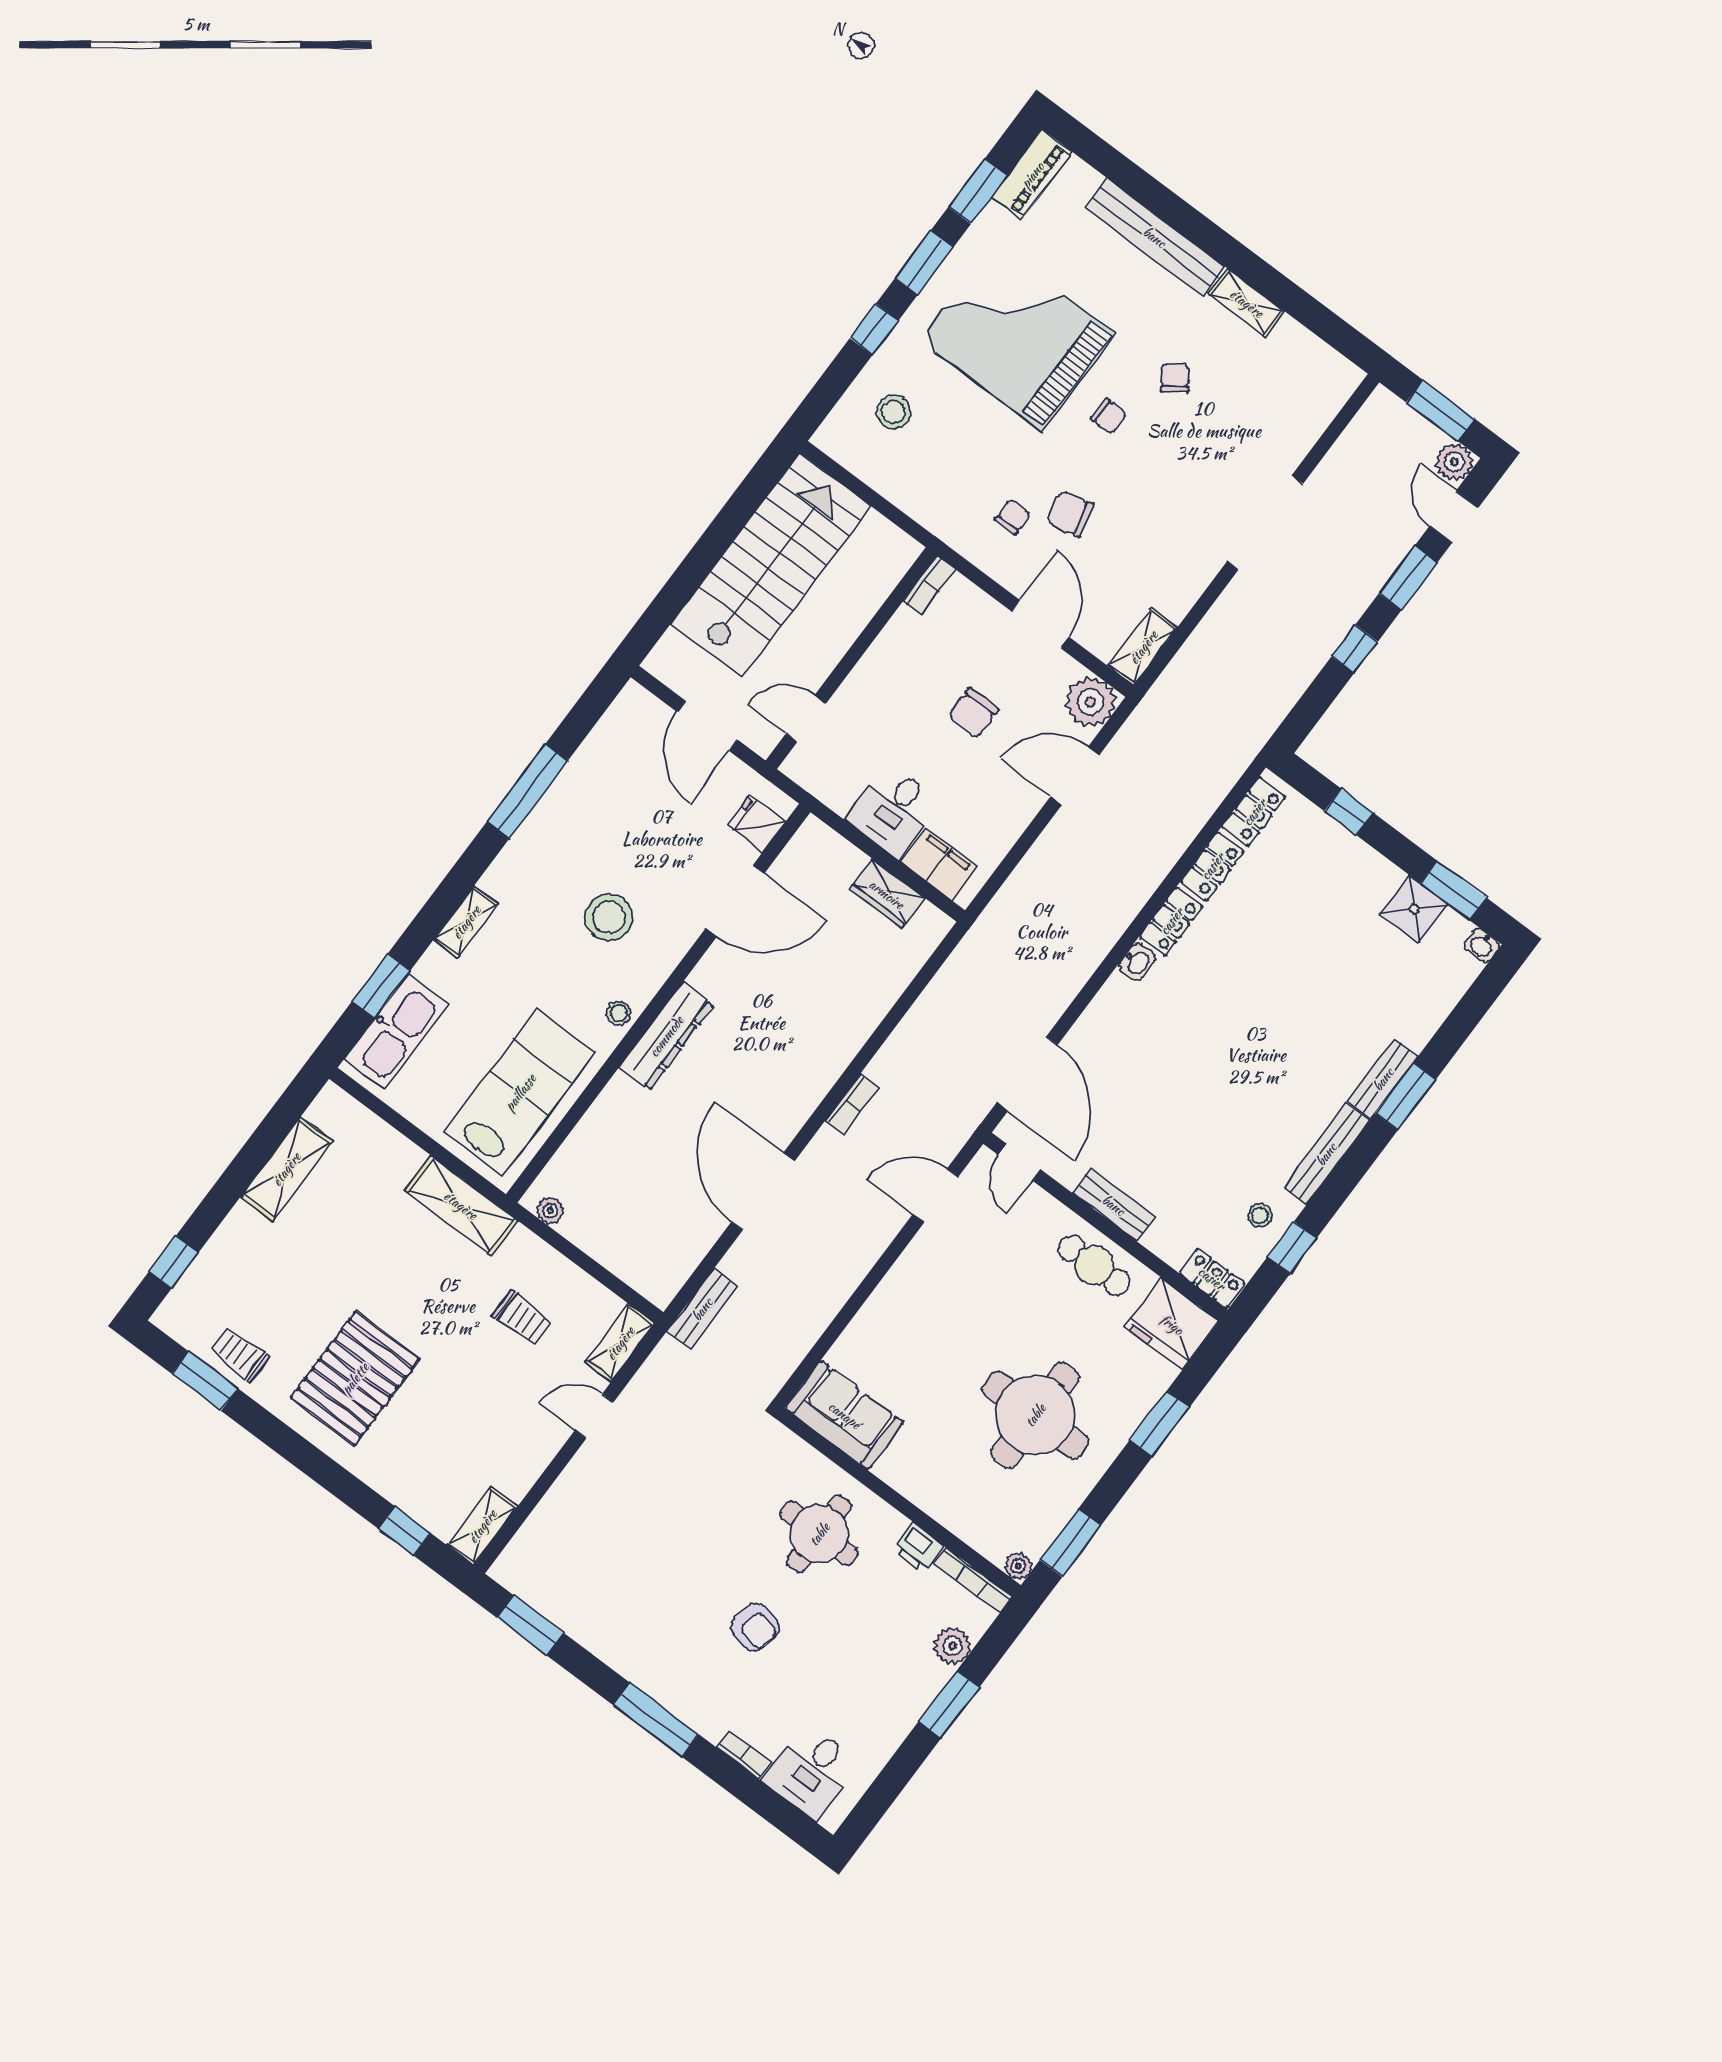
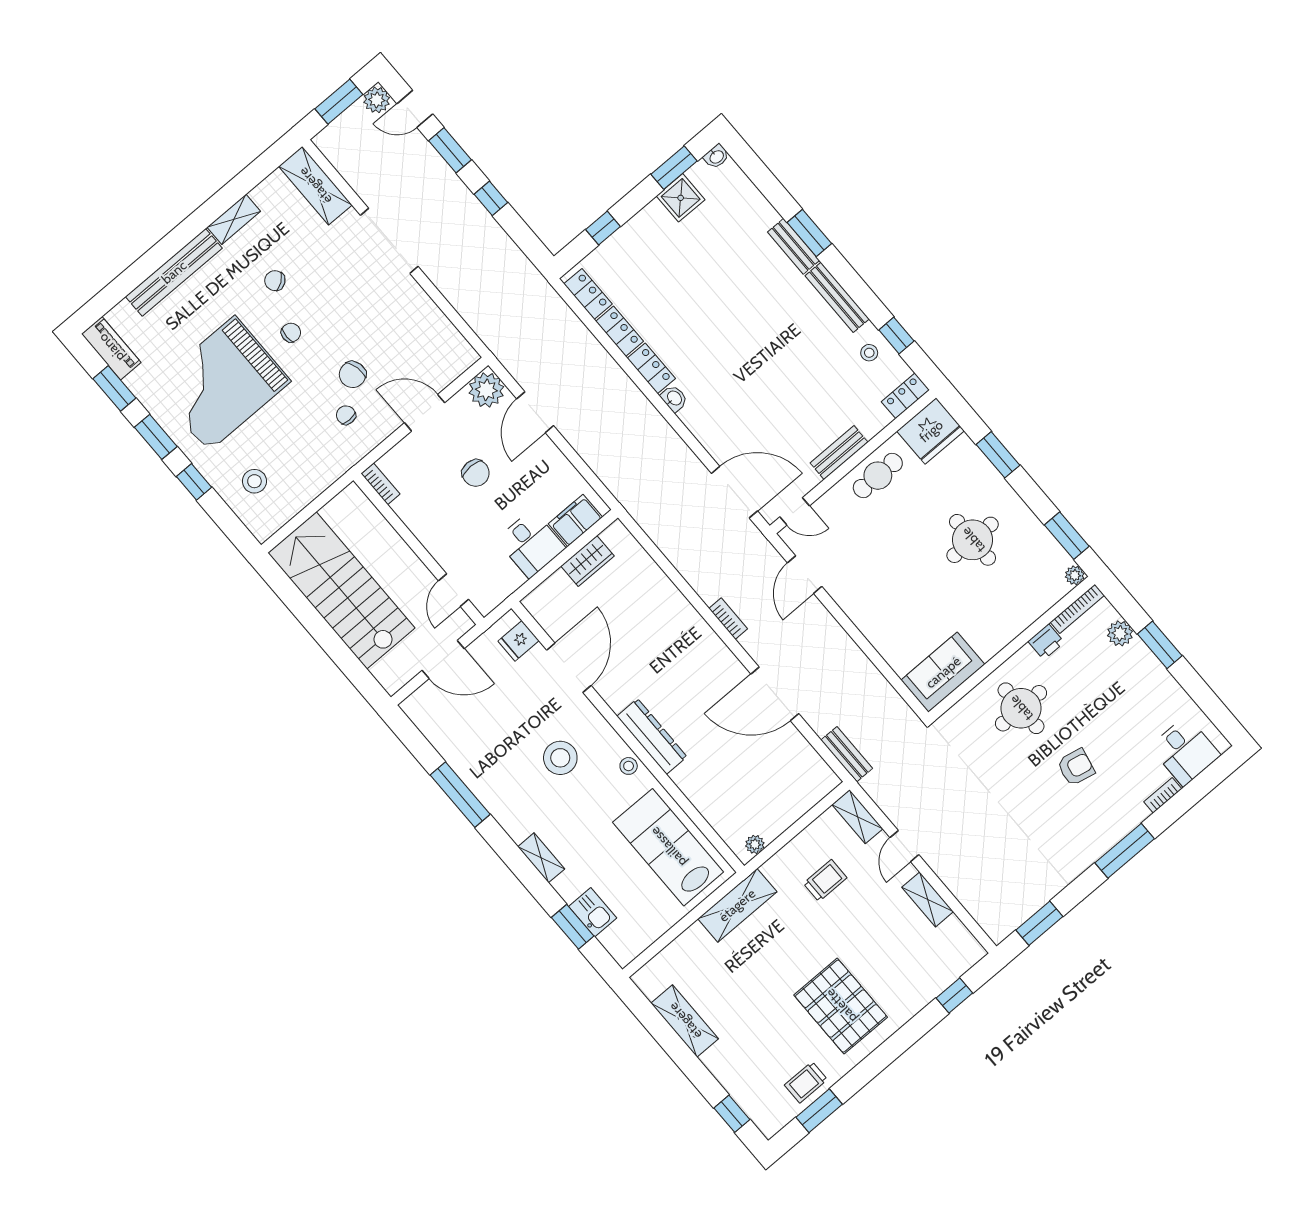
shelving: (1143, 647) -> (315, 186), moved, width x1.50, depth x1.33
kitchen sink: (396, 1032) -> (593, 912), width x0.53, depth x0.81
round table: (1035, 1415) -> (973, 540), width x0.73, depth x0.73
shelving: (482, 1526) -> (928, 899), moved

